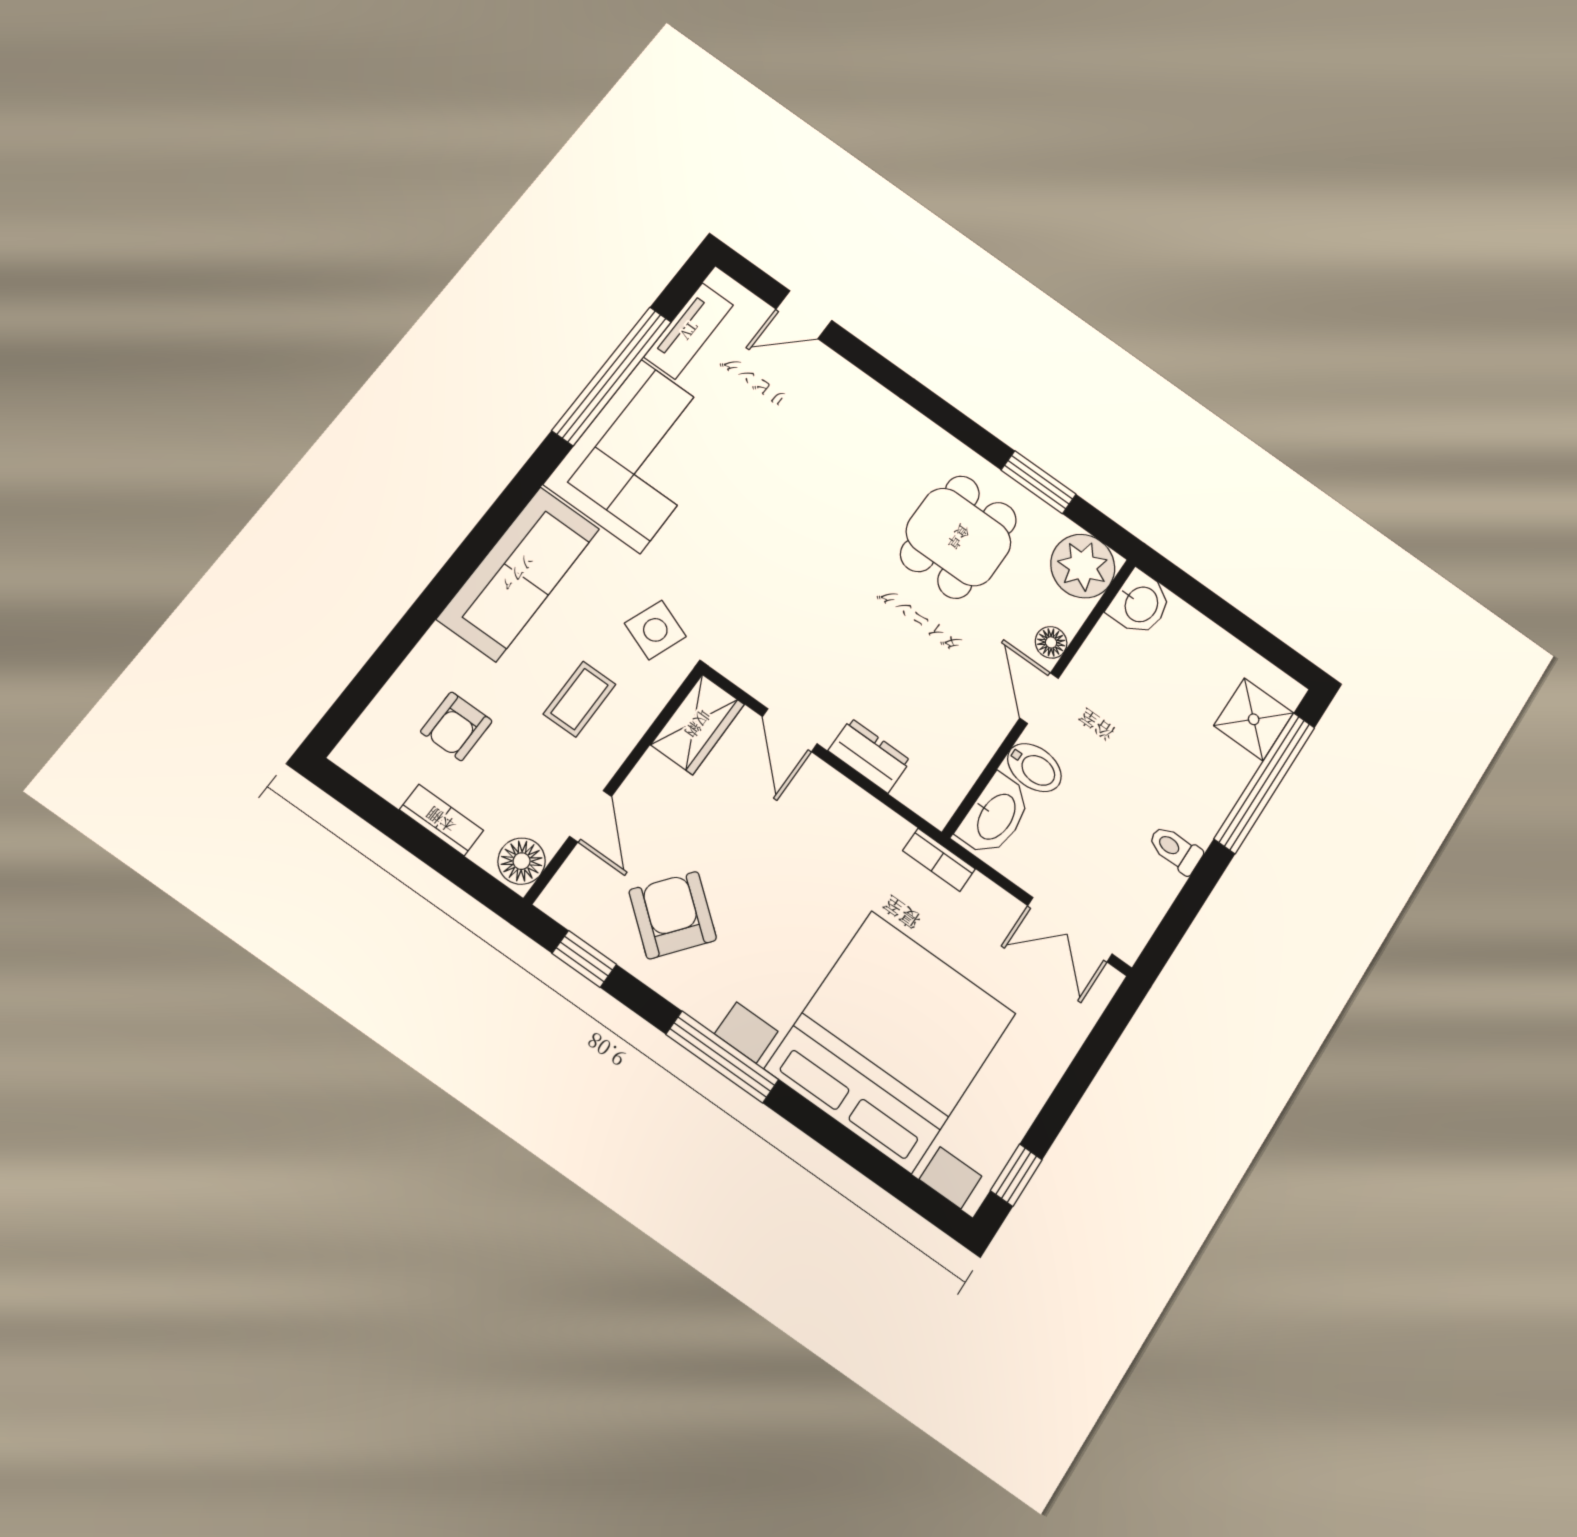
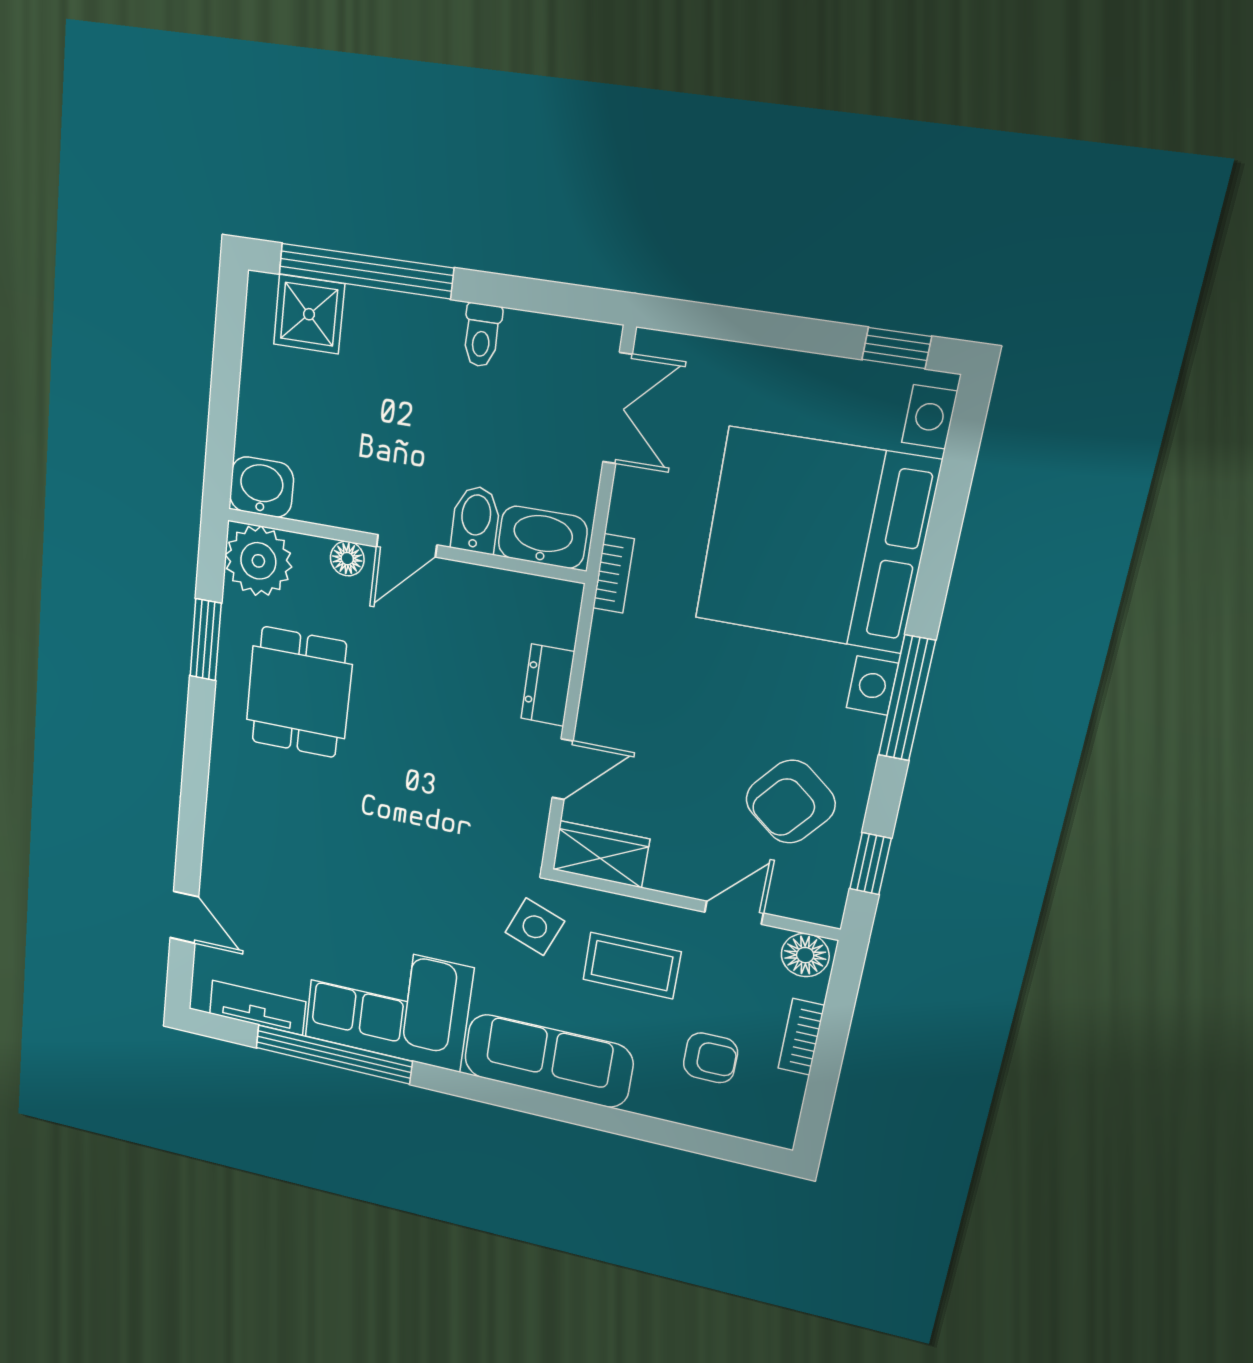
dining table: (959, 537) -> (299, 692), turned 90
coffee table: (580, 699) -> (632, 966), width x1.36, depth x1.30

